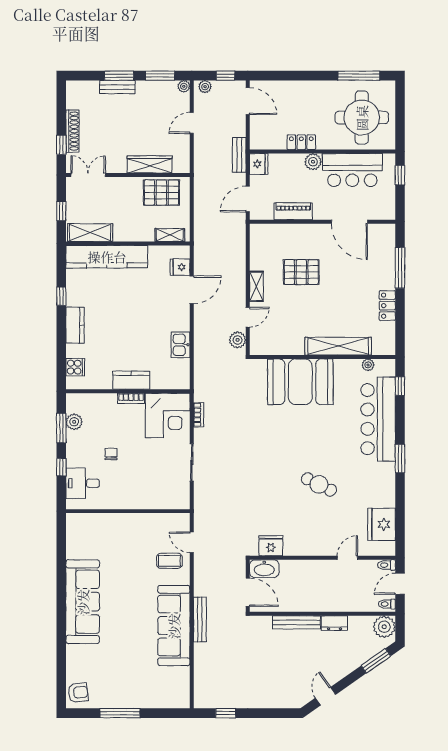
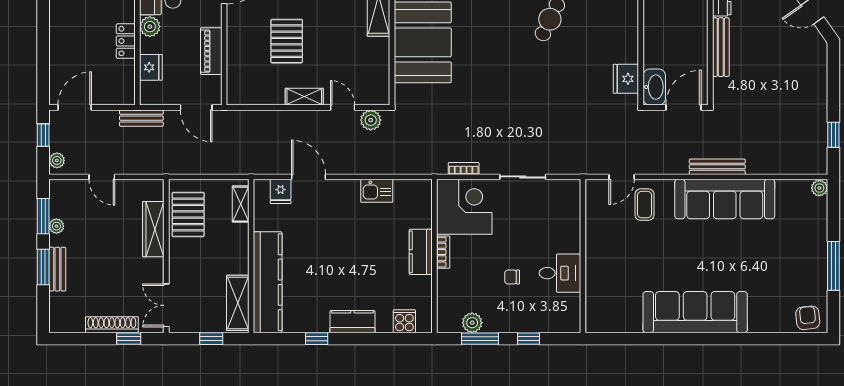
plant: (184, 86) -> (56, 226), moved
fridge: (259, 164) -> (151, 67), moved, turned 90
desk: (83, 483) -> (560, 273), moved, turned -90
plant: (183, 702) -> (819, 188), added

